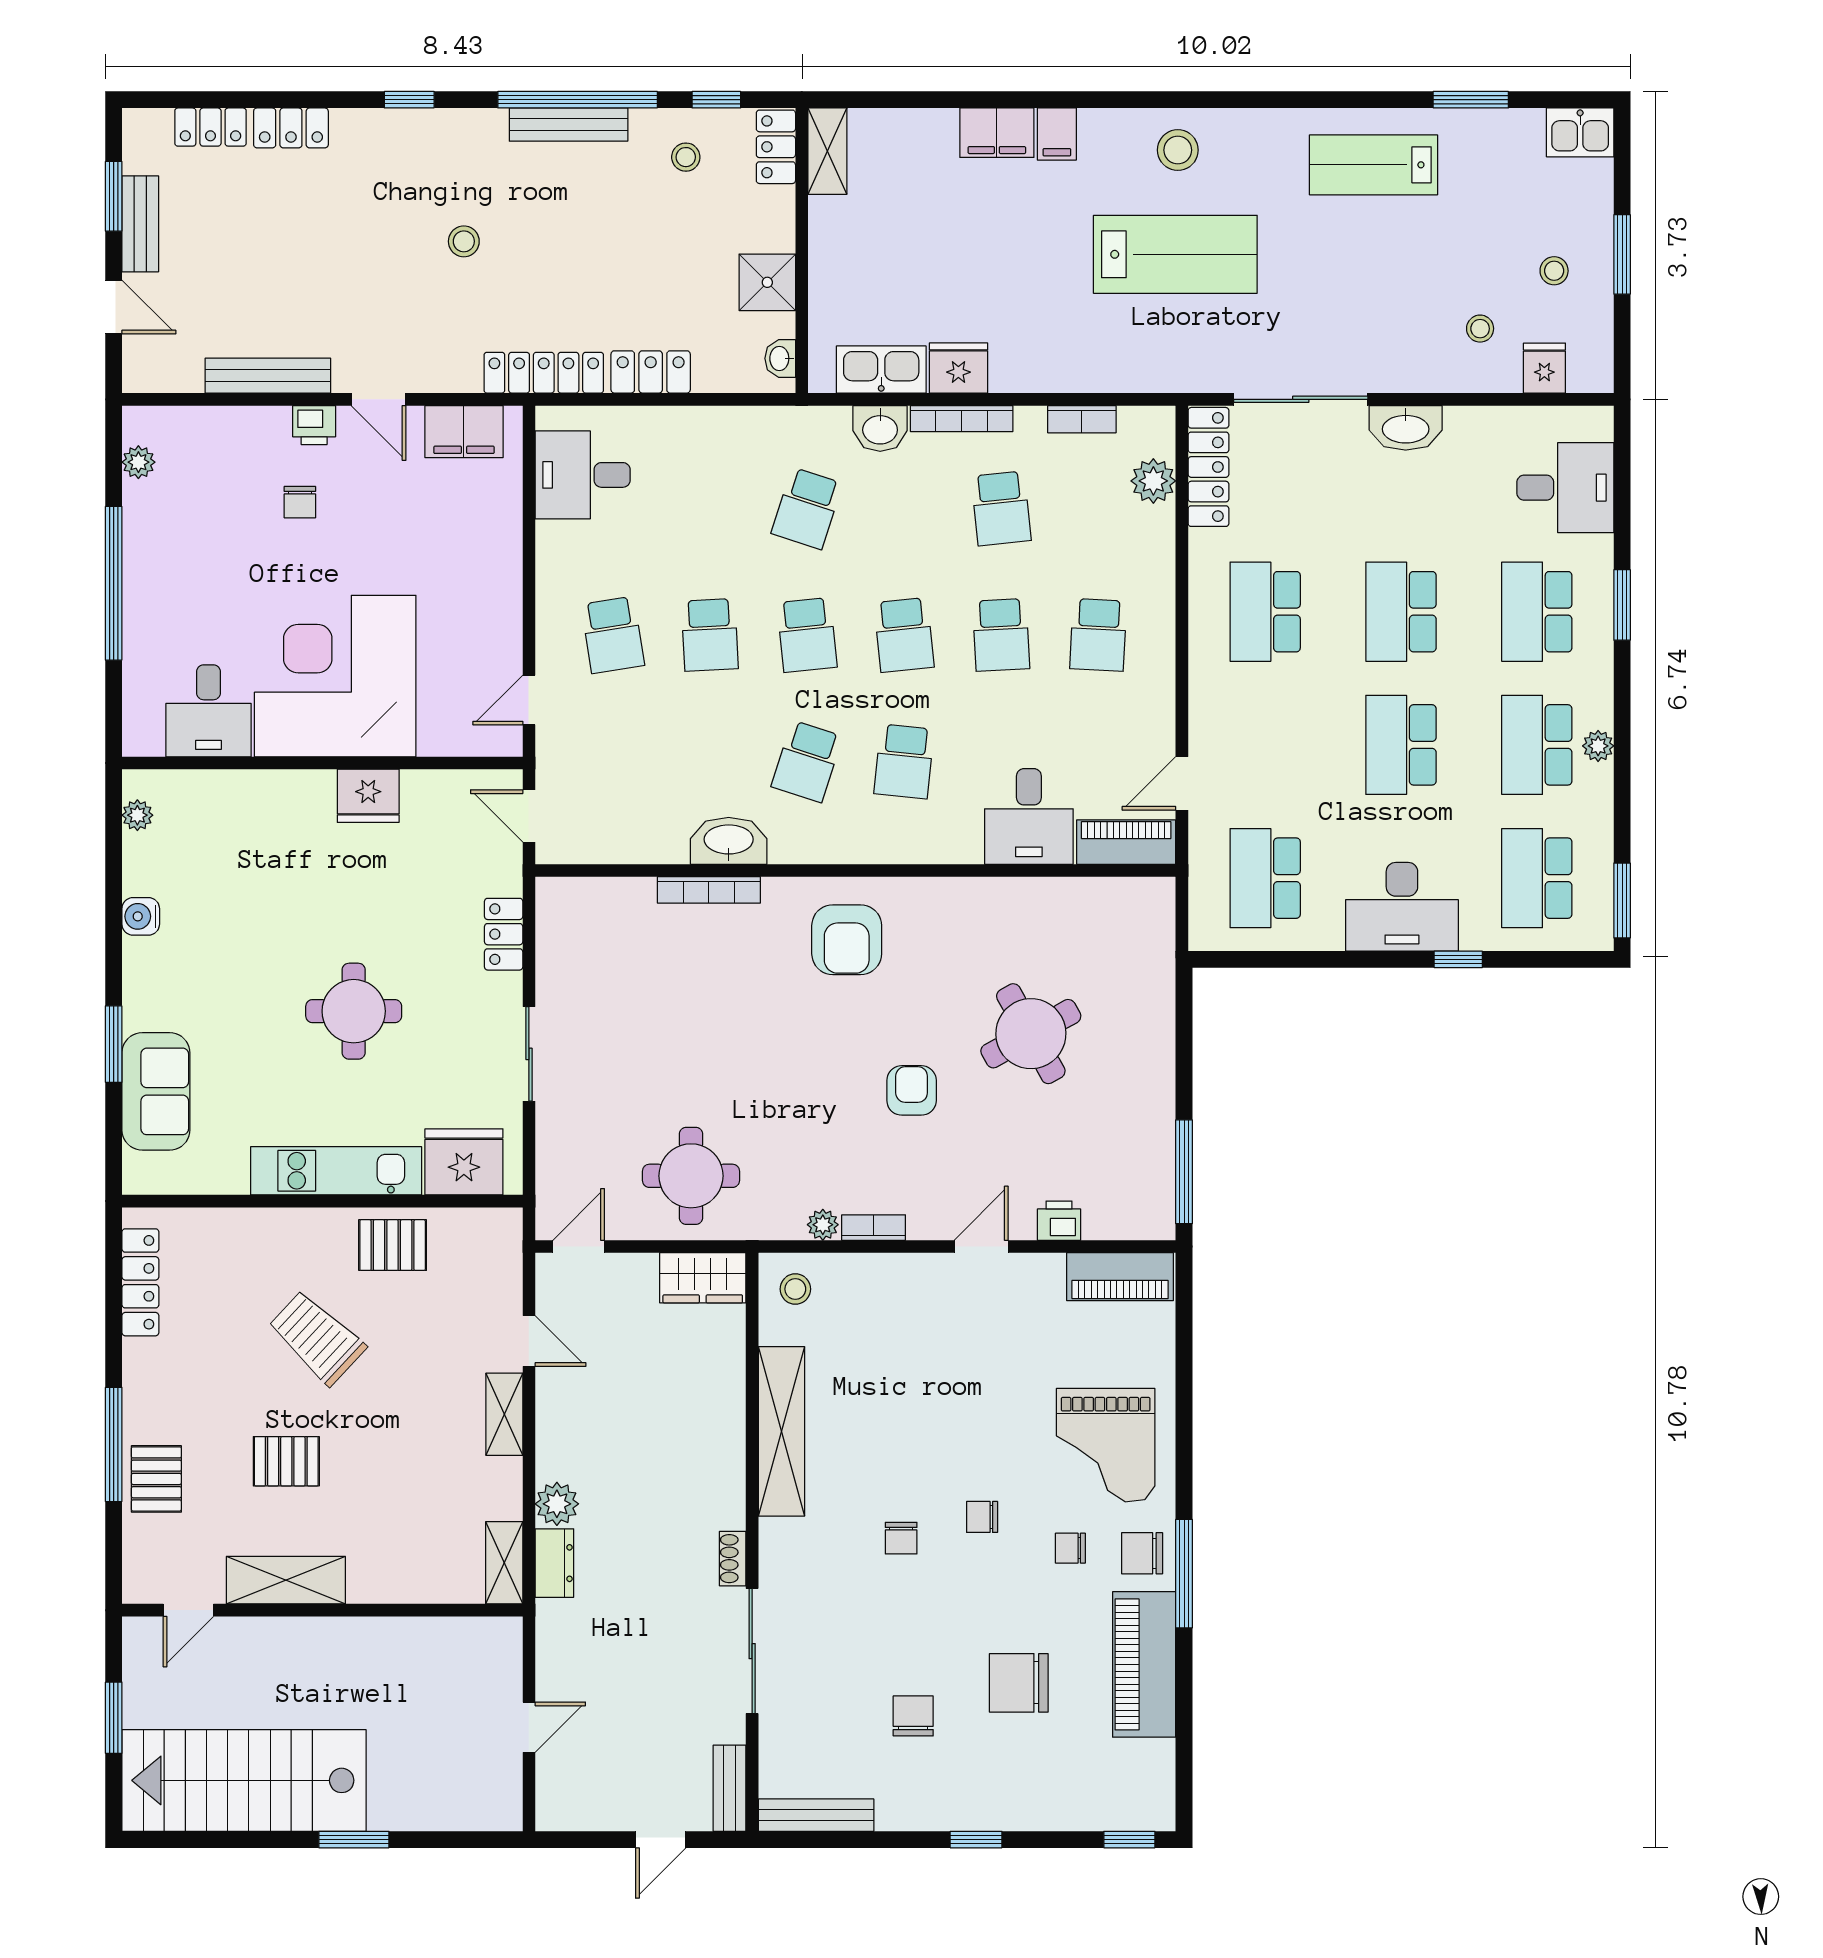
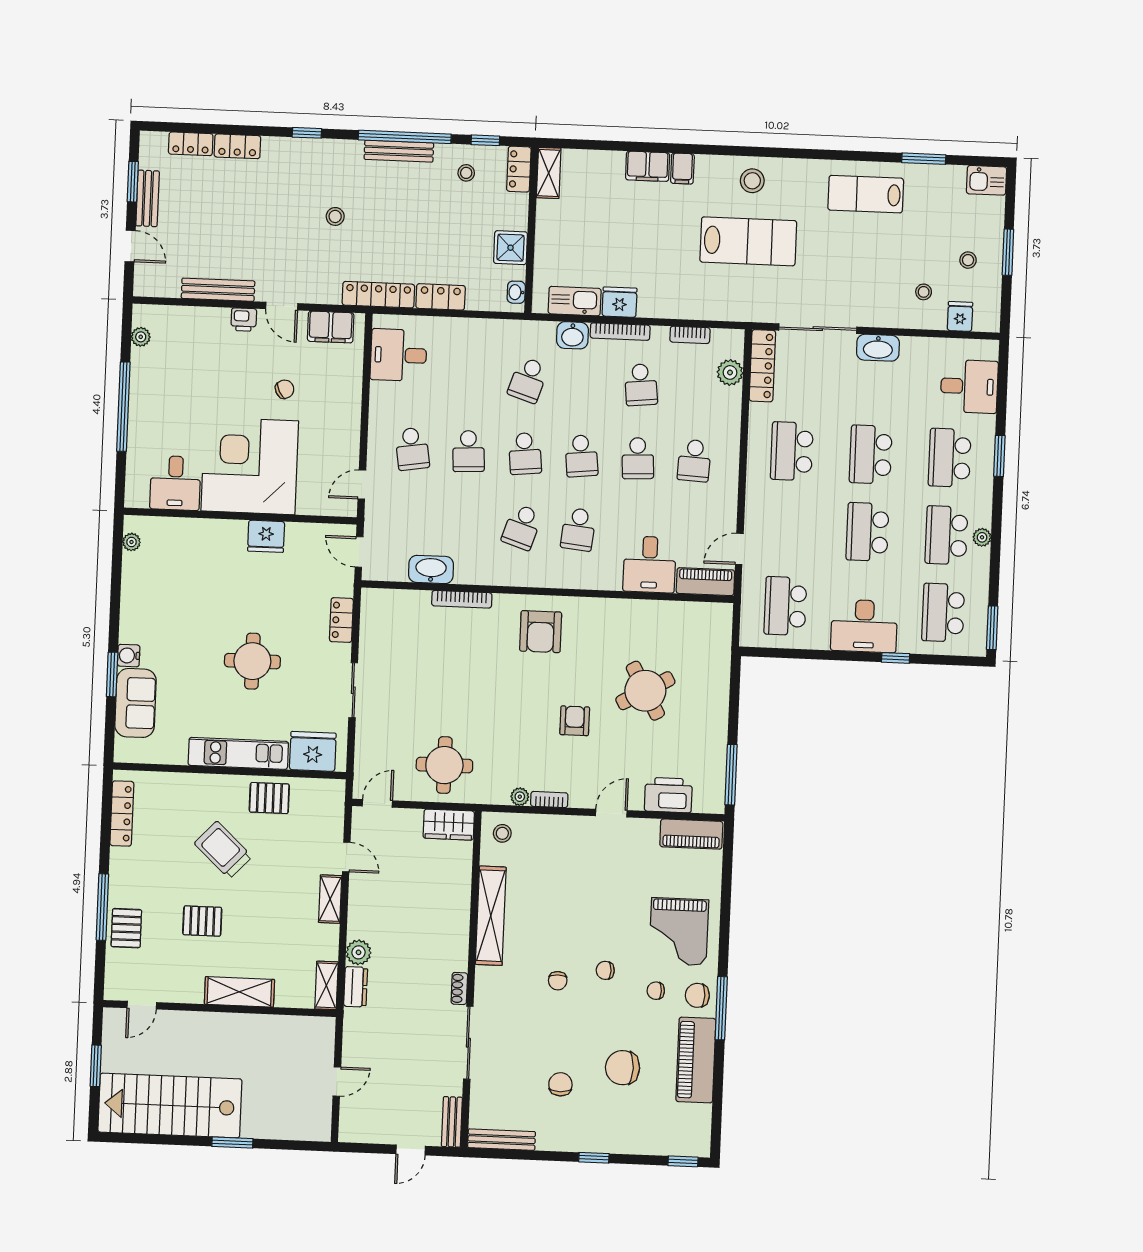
chair: (300, 502) -> (285, 389), moved, turned -117
washbasin: (729, 841) -> (431, 569), moved
water cooler: (141, 916) -> (129, 656), moved
printer: (1059, 1221) -> (668, 795), width x1.87, depth x1.48
shelving: (286, 1580) -> (239, 992), moved

